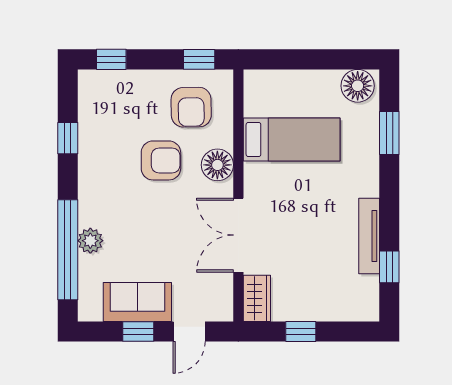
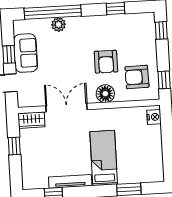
nightstand: (264, 81) -> (154, 117), added
floor lamp: (358, 86) -> (154, 170), removed
bed: (292, 139) -> (104, 158), moved, turned 180

